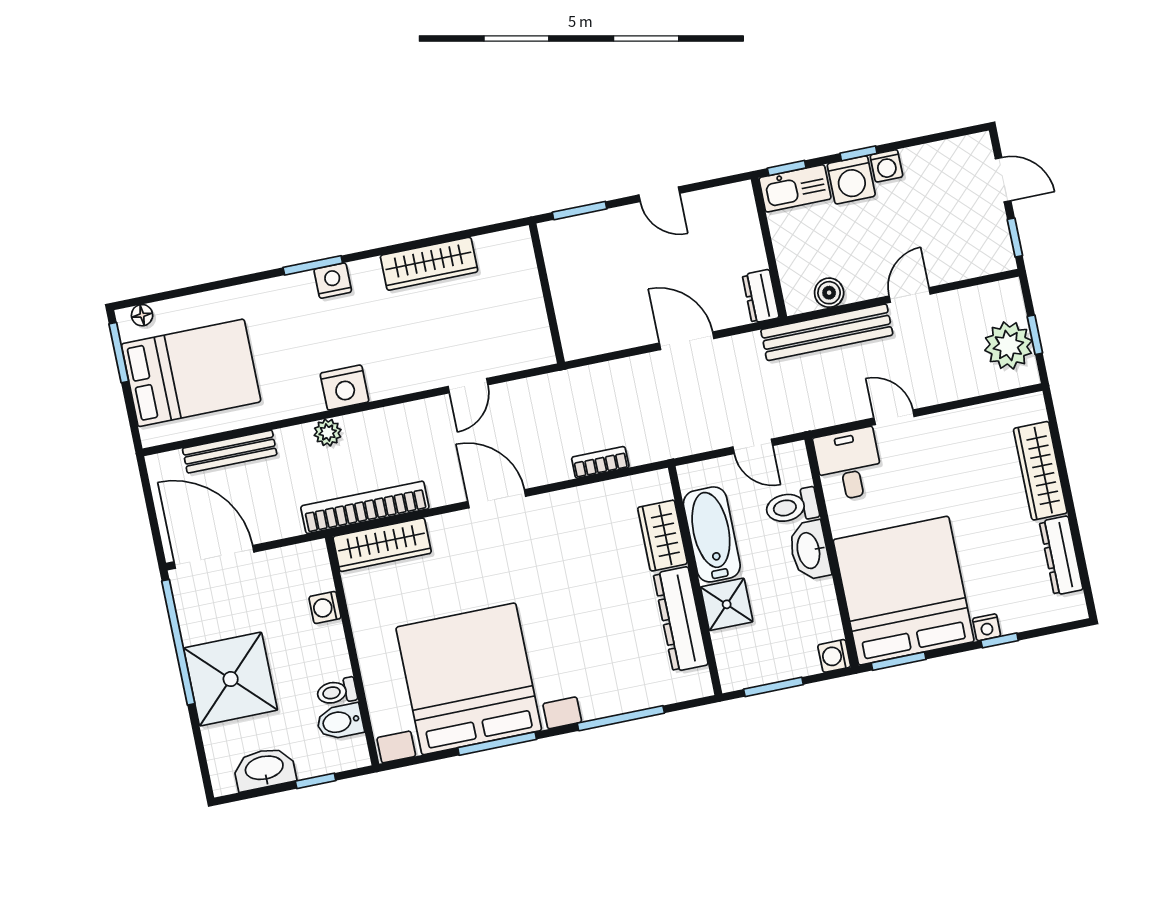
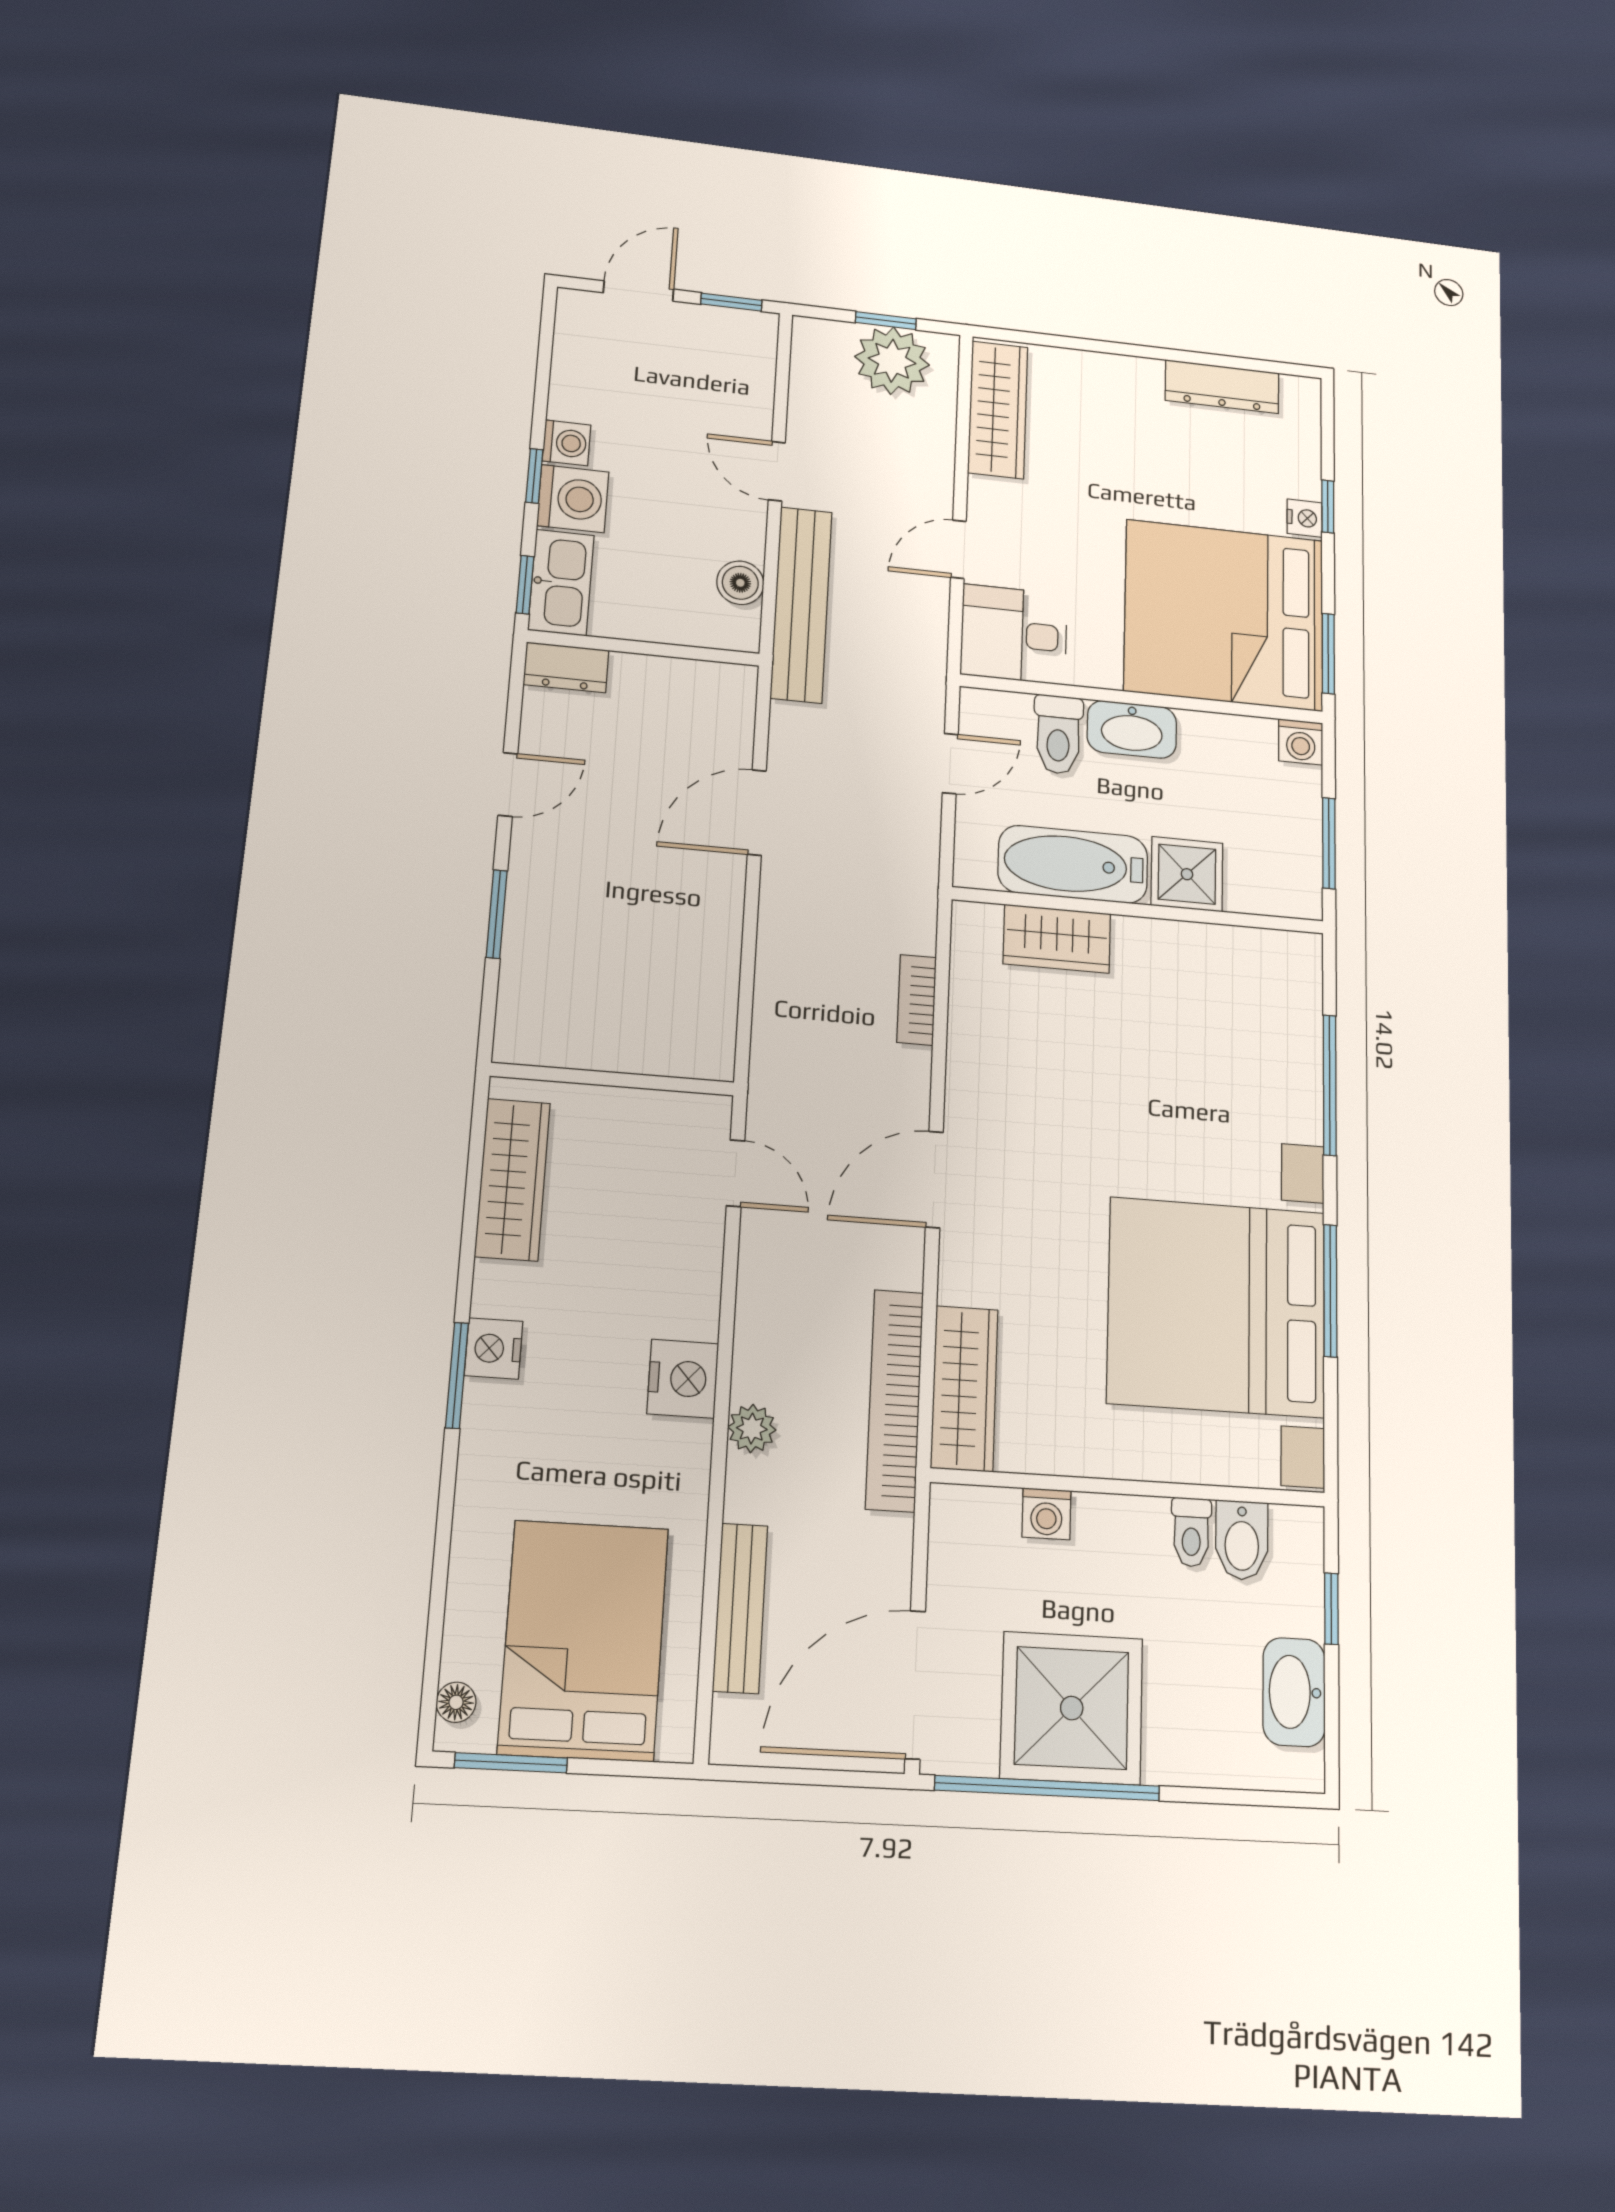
wall: (547, 293) -> (613, 1079), moved
dresser: (761, 296) -> (566, 667), moved
wardrobe: (1040, 471) -> (998, 410), moved, turned -90
dresser: (681, 619) -> (1195, 949), removed
shower: (231, 679) -> (1072, 1708), moved

